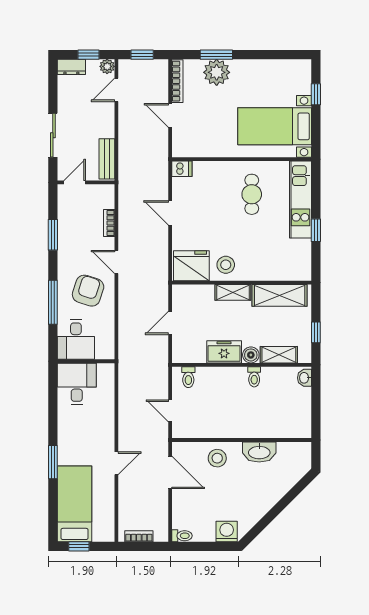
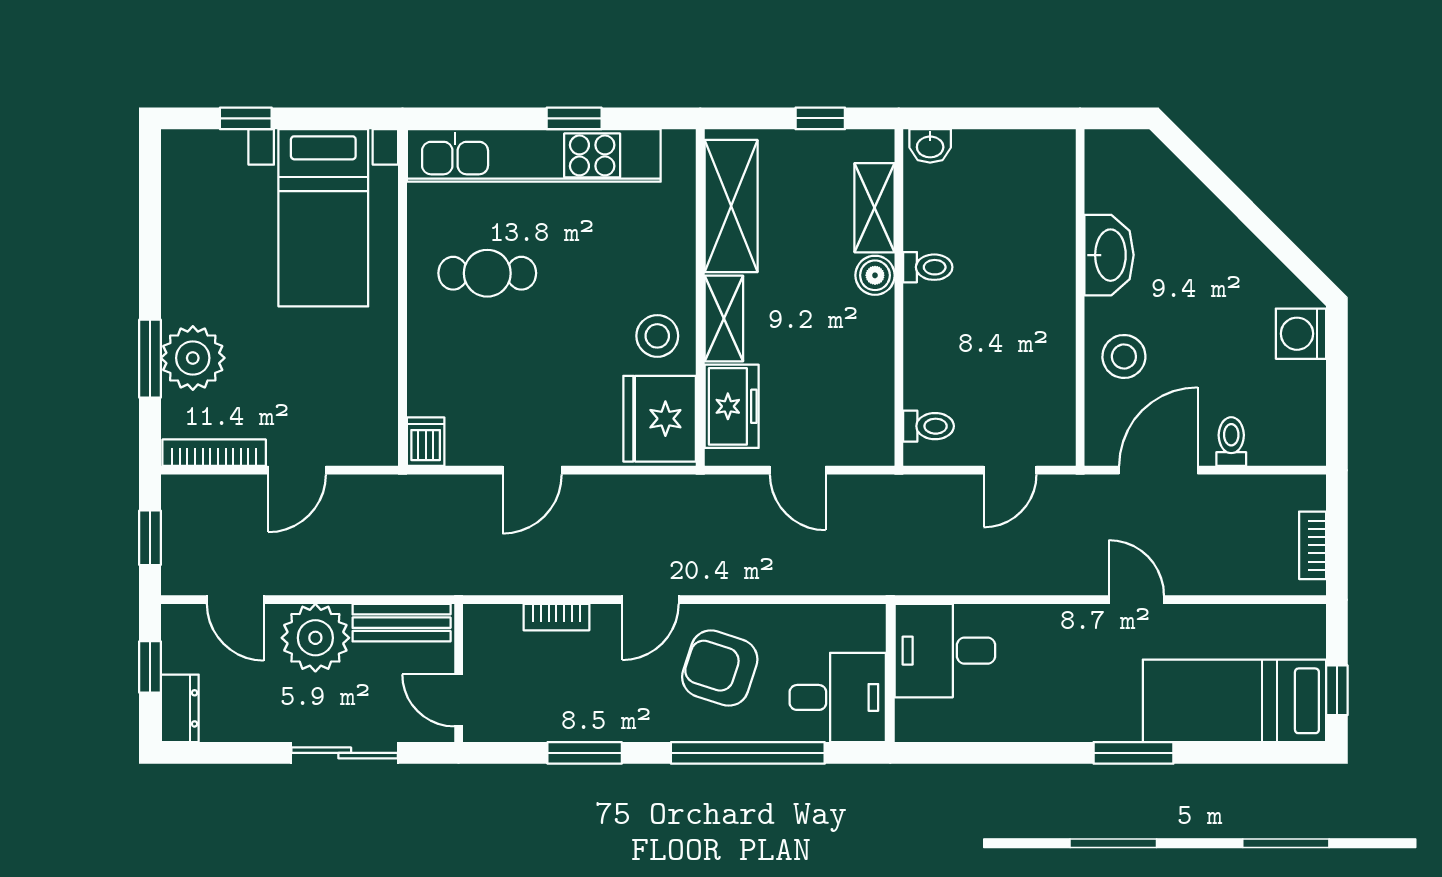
plant: (107, 66) -> (315, 638), moved, width x1.88, depth x1.88
kitchen unit: (301, 200) -> (534, 155), width x1.36
window: (53, 302) -> (748, 753), width x1.46
freezer: (224, 352) -> (732, 406), moved, turned 180
desk: (77, 384) -> (945, 651), moved
toilet: (182, 536) -> (1231, 442), moved

